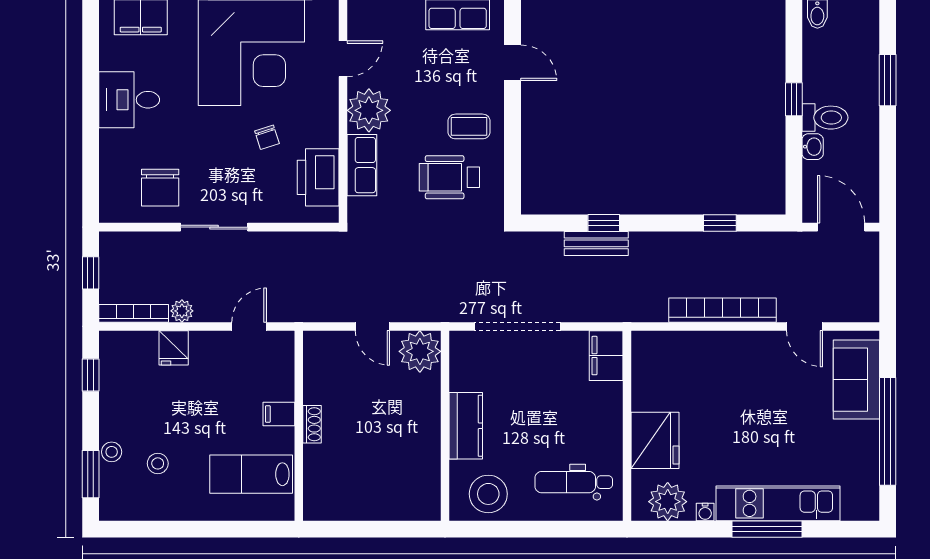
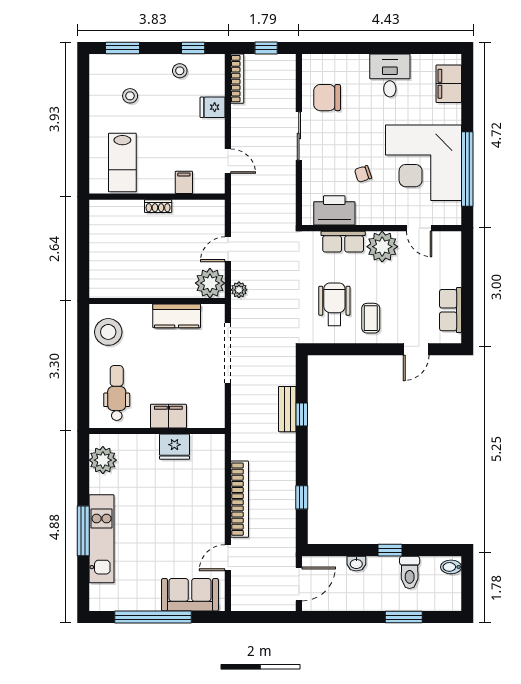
toilet: (825, 118) -> (410, 572), moved
plant: (182, 311) -> (239, 290), moved
filing cabinet: (606, 356) -> (168, 416), moved
filing cabinet: (279, 414) -> (184, 182), moved
kitchen counter: (466, 426) -> (177, 316), moved
fridge: (655, 440) -> (174, 447), moved, width x0.73, depth x0.75
stool: (112, 452) -> (180, 71), moved
lab bench: (251, 474) -> (122, 163), turned 180
water cooler: (705, 512) -> (95, 487), removed

